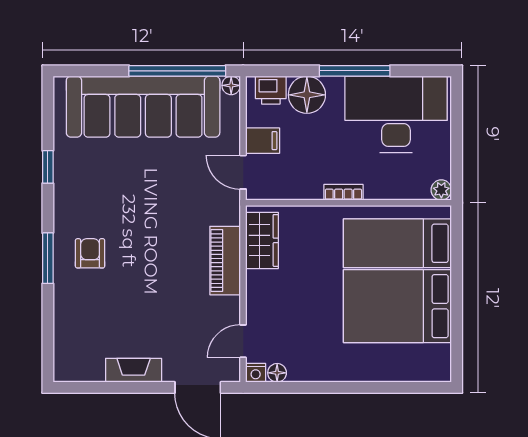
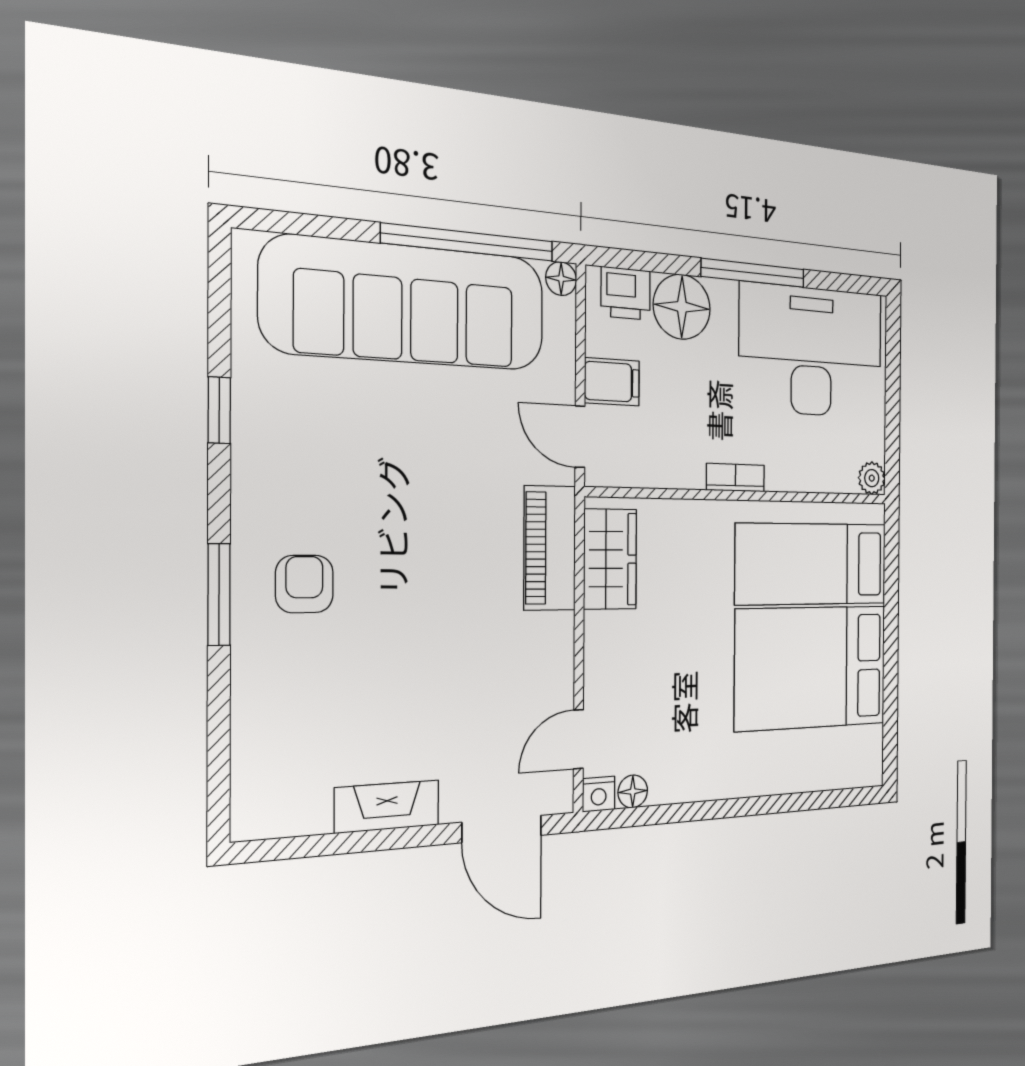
piano: (225, 261) -> (550, 548), moved

